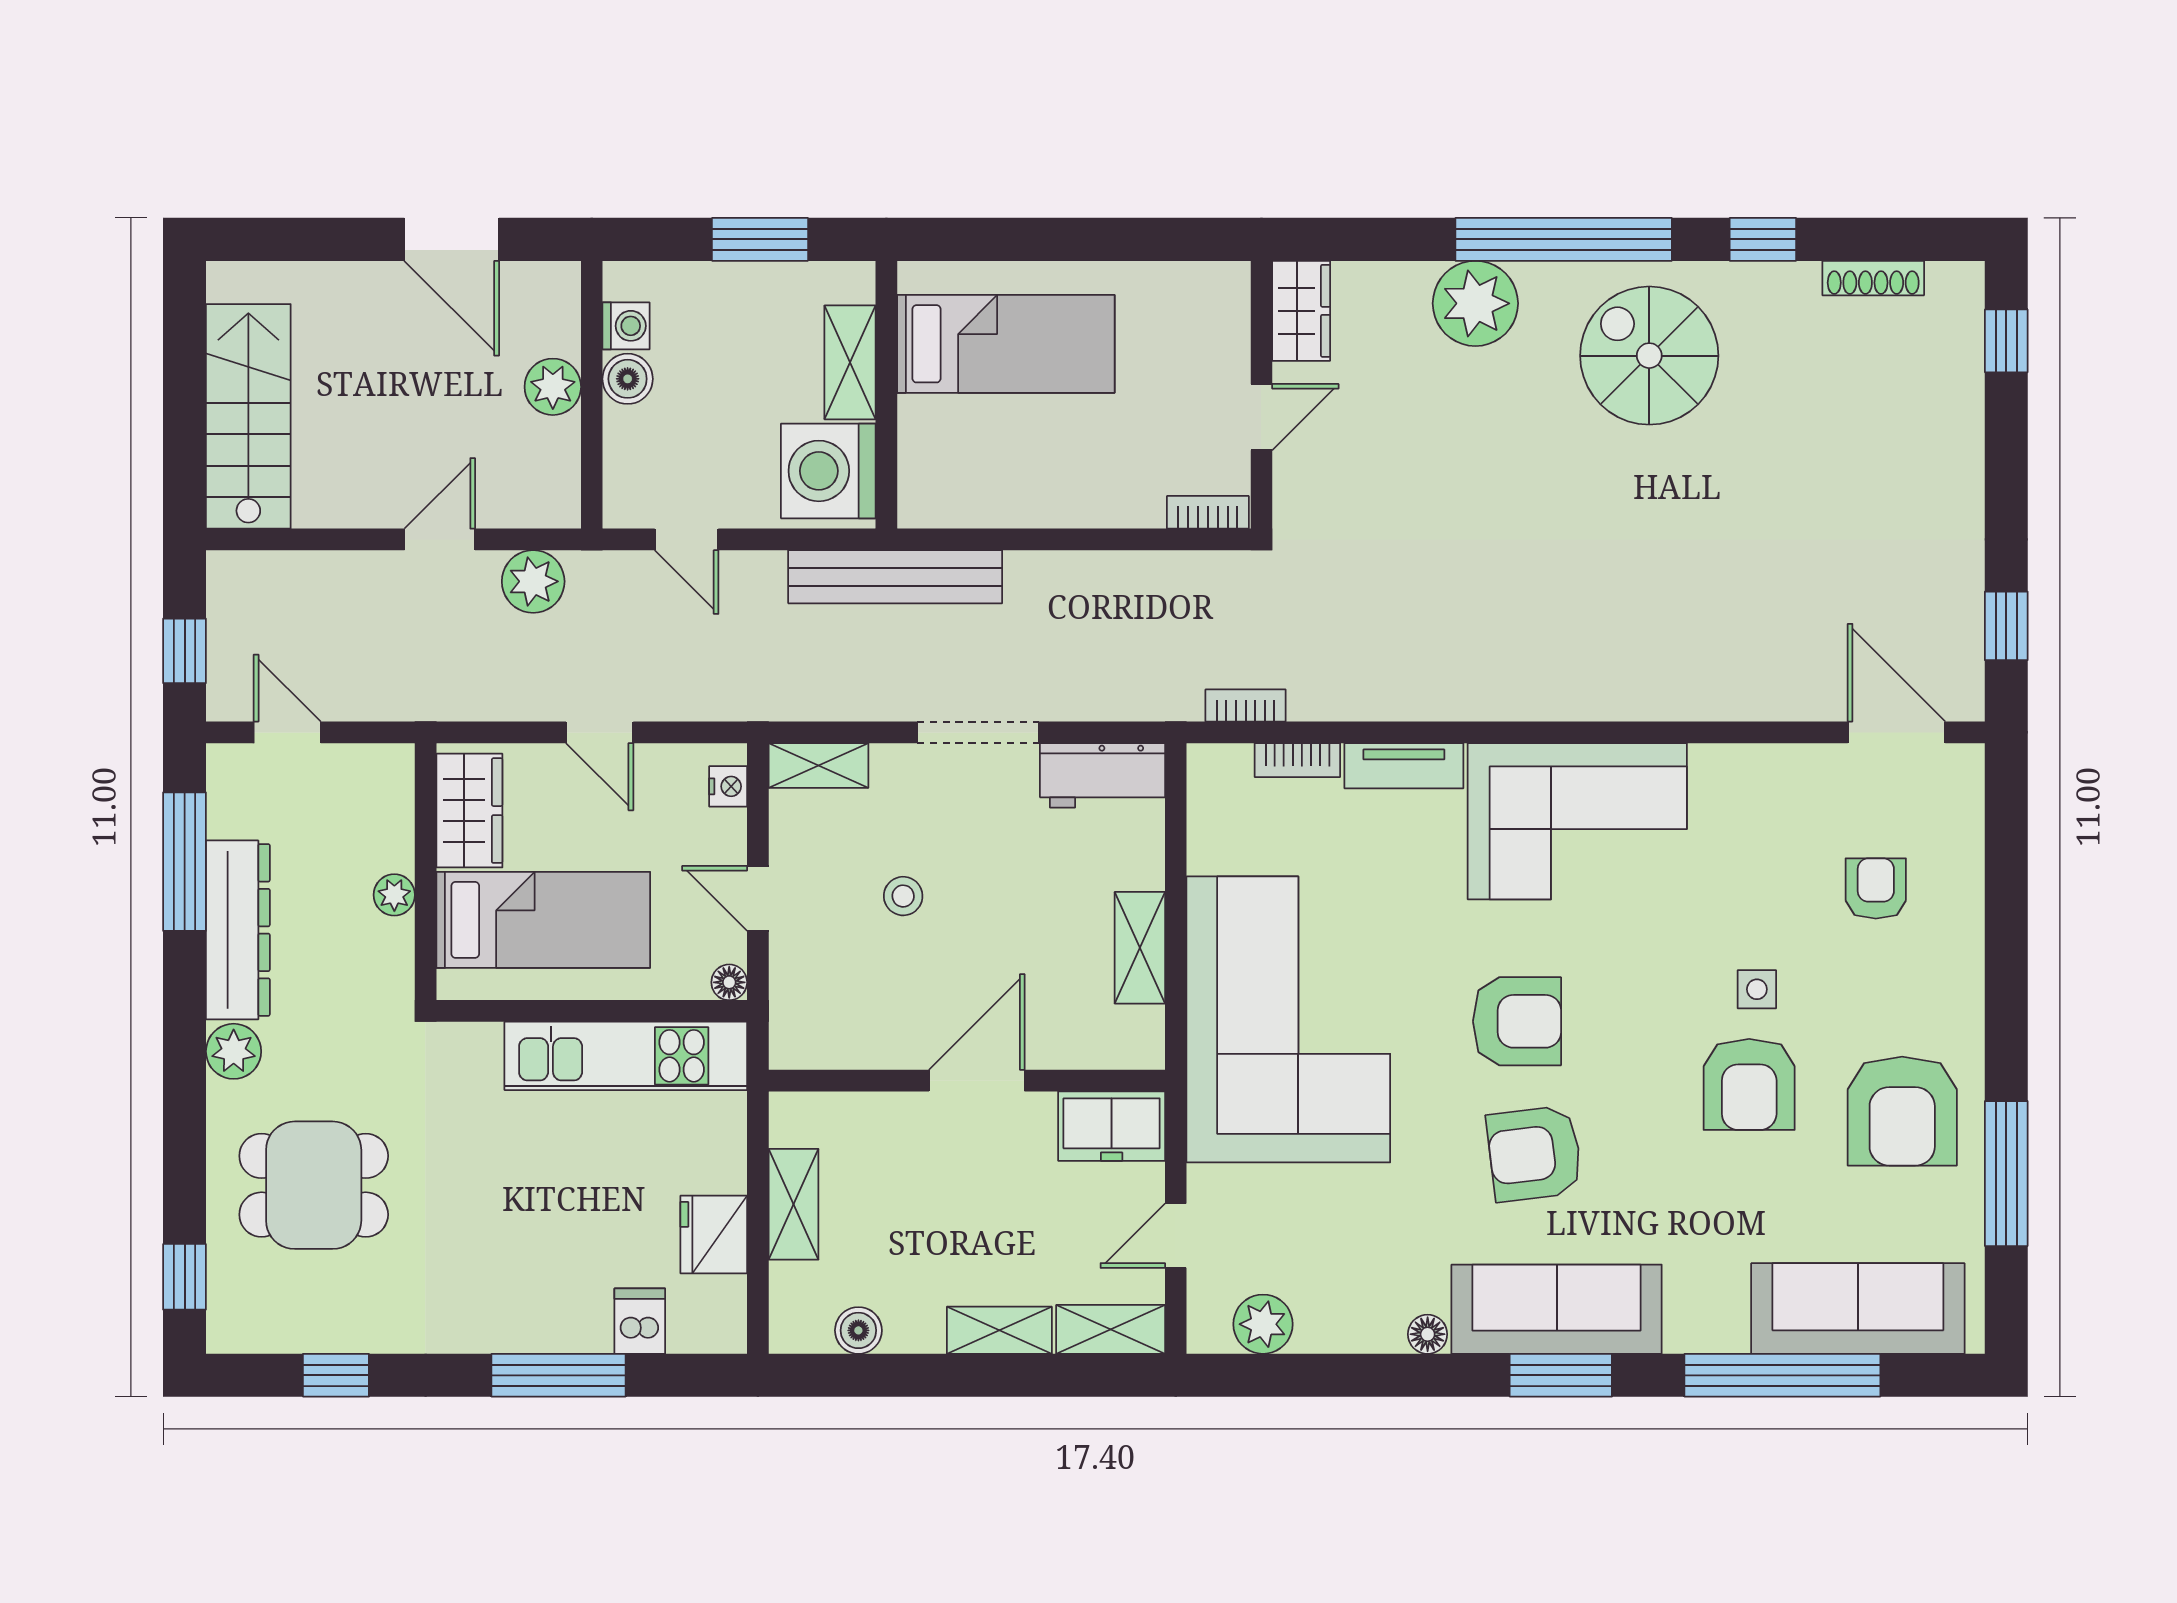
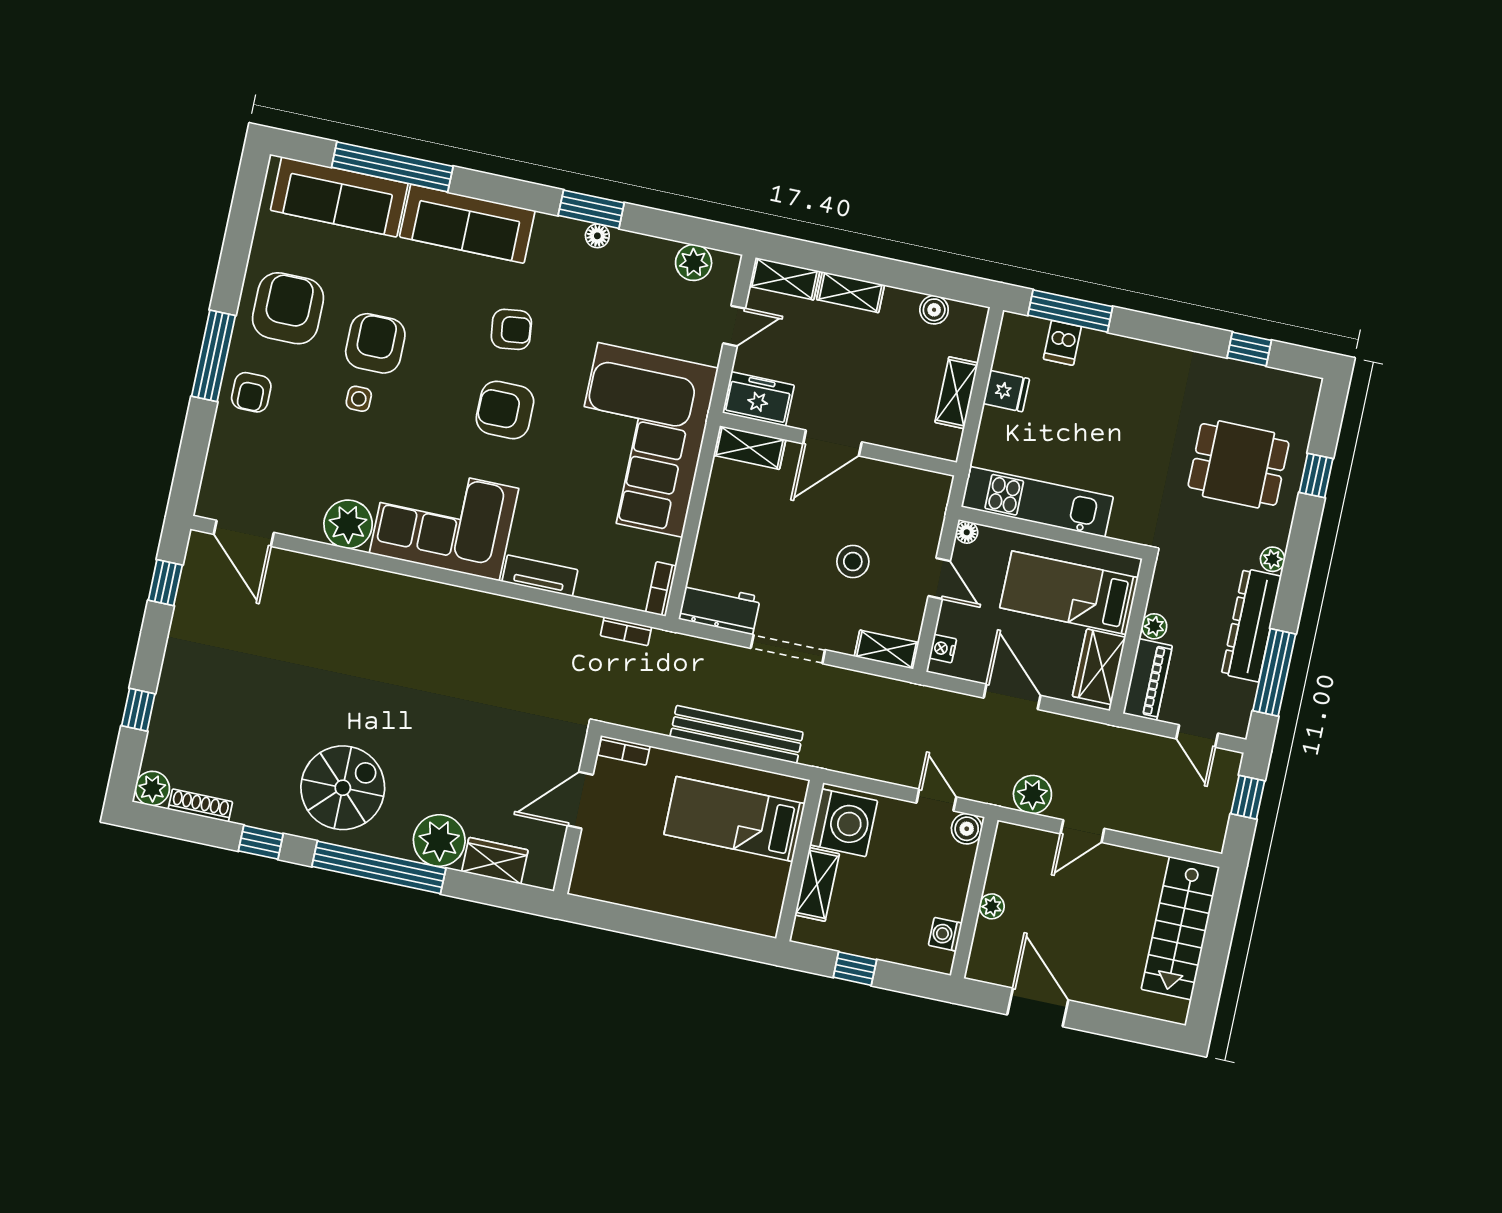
window: (760, 239) -> (855, 969), width x0.67
plant: (1957, 289) -> (152, 788), added
wardrobe: (1301, 311) -> (495, 861), moved, turned 90
window: (2006, 341) -> (138, 710), moved
bed: (1006, 344) -> (734, 819), moved
spiral stairs: (1649, 356) -> (343, 788), turned -90
boiler: (628, 379) -> (967, 829), moved
plant: (553, 387) -> (992, 906), width x0.73, depth x0.73
door: (1261, 417) -> (580, 800), width x1.38
bench: (895, 577) -> (737, 734), moved
door: (600, 732) -> (1012, 697), width x1.38
bookcase: (1297, 760) -> (661, 589), moved, turned -90
plant: (1731, 783) -> (348, 524), added
piano: (387, 806) -> (1148, 680), added
armchair: (1876, 888) -> (251, 392), moved
stool: (903, 896) -> (853, 562), width x1.37, depth x1.37
shelving: (1140, 948) -> (750, 447), moved, turned 90
plant: (234, 1051) -> (1273, 559), width x0.73, depth x0.73
armchair: (1534, 1154) -> (511, 329), width x0.72, depth x0.72
window: (2006, 1174) -> (213, 356), moved
fridge: (714, 1235) -> (1006, 391), width x0.72
window: (185, 1277) -> (1316, 475), moved
sofa: (1557, 1309) -> (467, 224), moved
window: (559, 1375) -> (1070, 311), moved
window: (1561, 1375) -> (591, 209), moved

